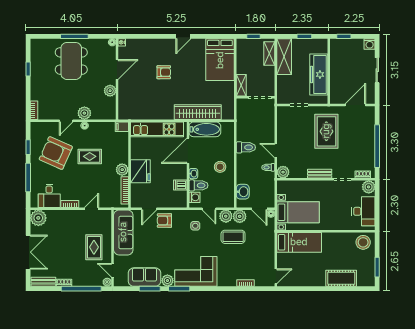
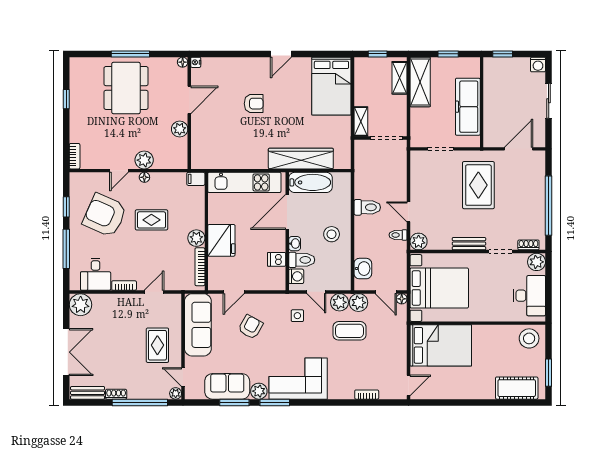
bed with nightstands: (298, 212) -> (439, 288), width x1.36
armchair: (164, 221) -> (251, 327), moved, turned 119
bed: (299, 242) -> (441, 345), width x1.50
cot: (341, 278) -> (517, 388), moved

